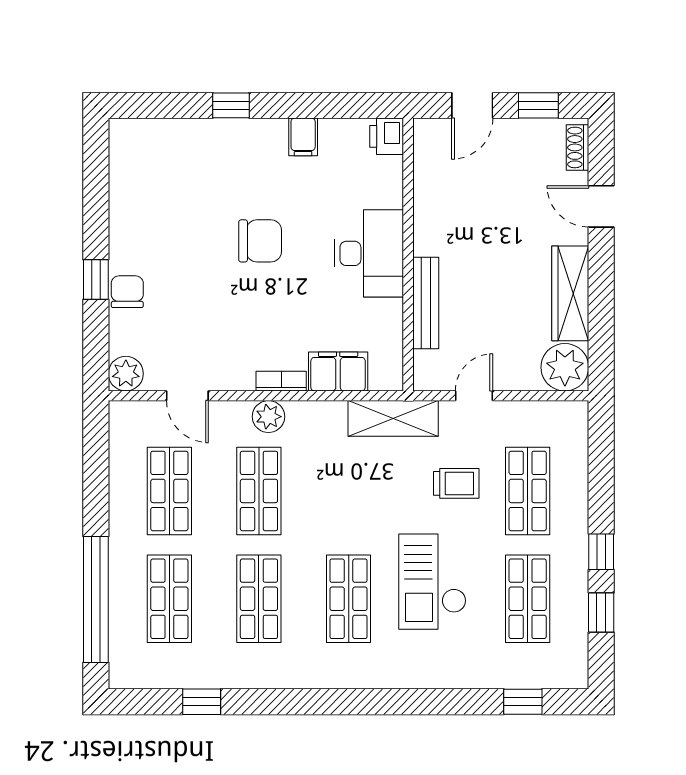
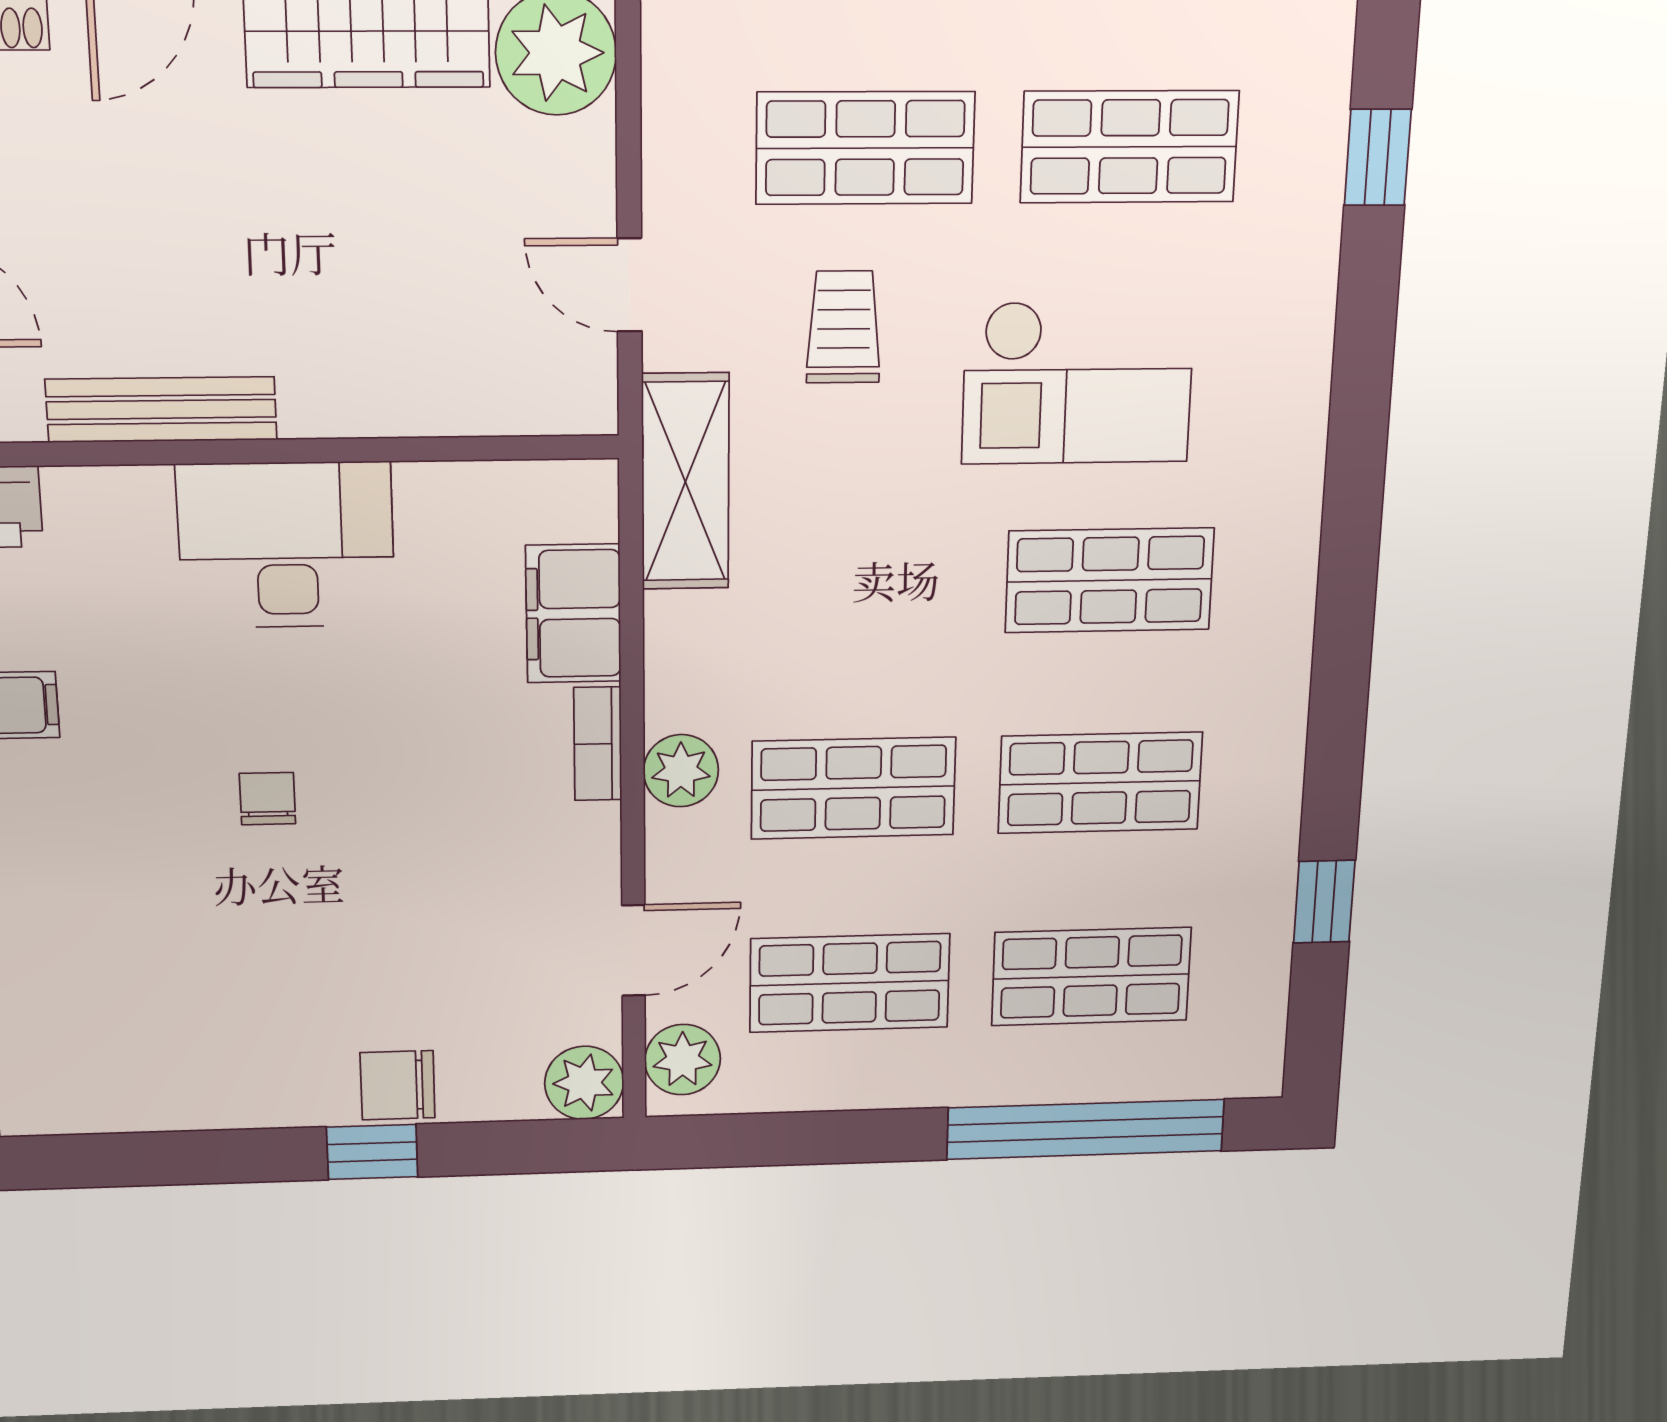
chair: (260, 241) -> (267, 799), width x0.54, depth x0.54
bench: (426, 303) -> (162, 409), moved
plant: (135, 417) -> (683, 1060), added

